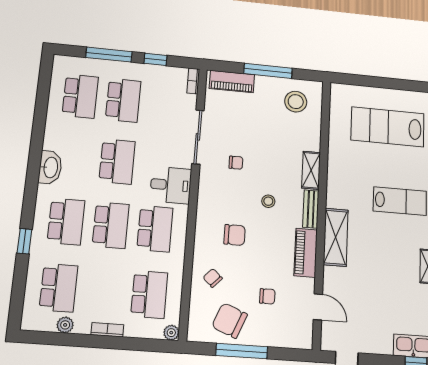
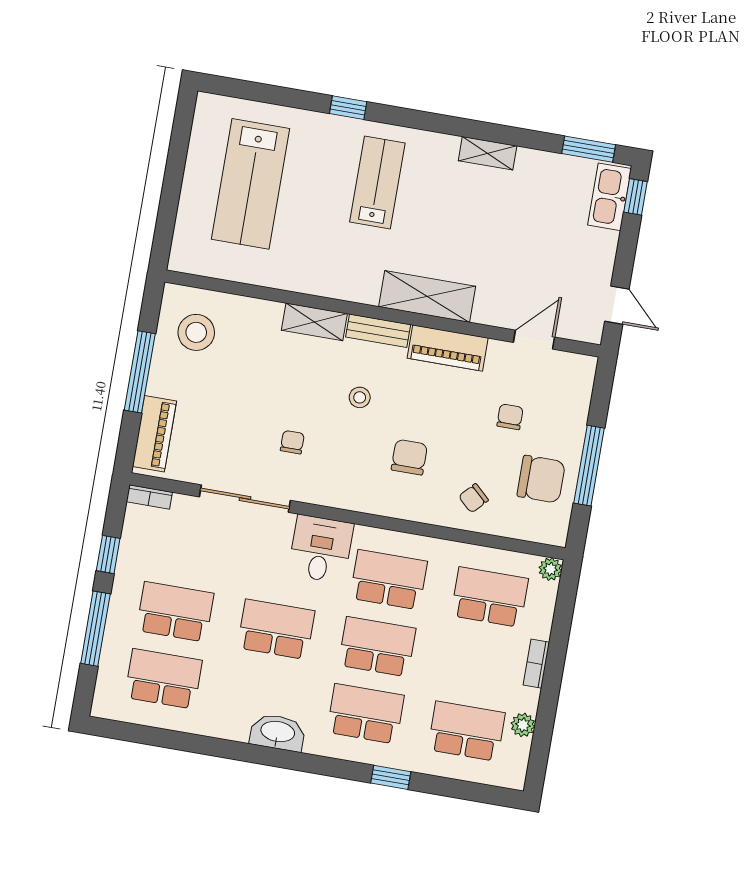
chair: (230, 320) -> (541, 479), turned -112

